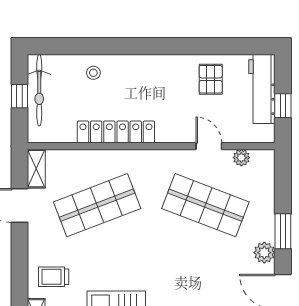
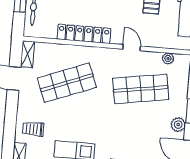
door: (209, 146) -> (132, 48), moved
shop shelf: (205, 205) -> (141, 89), turned -30

